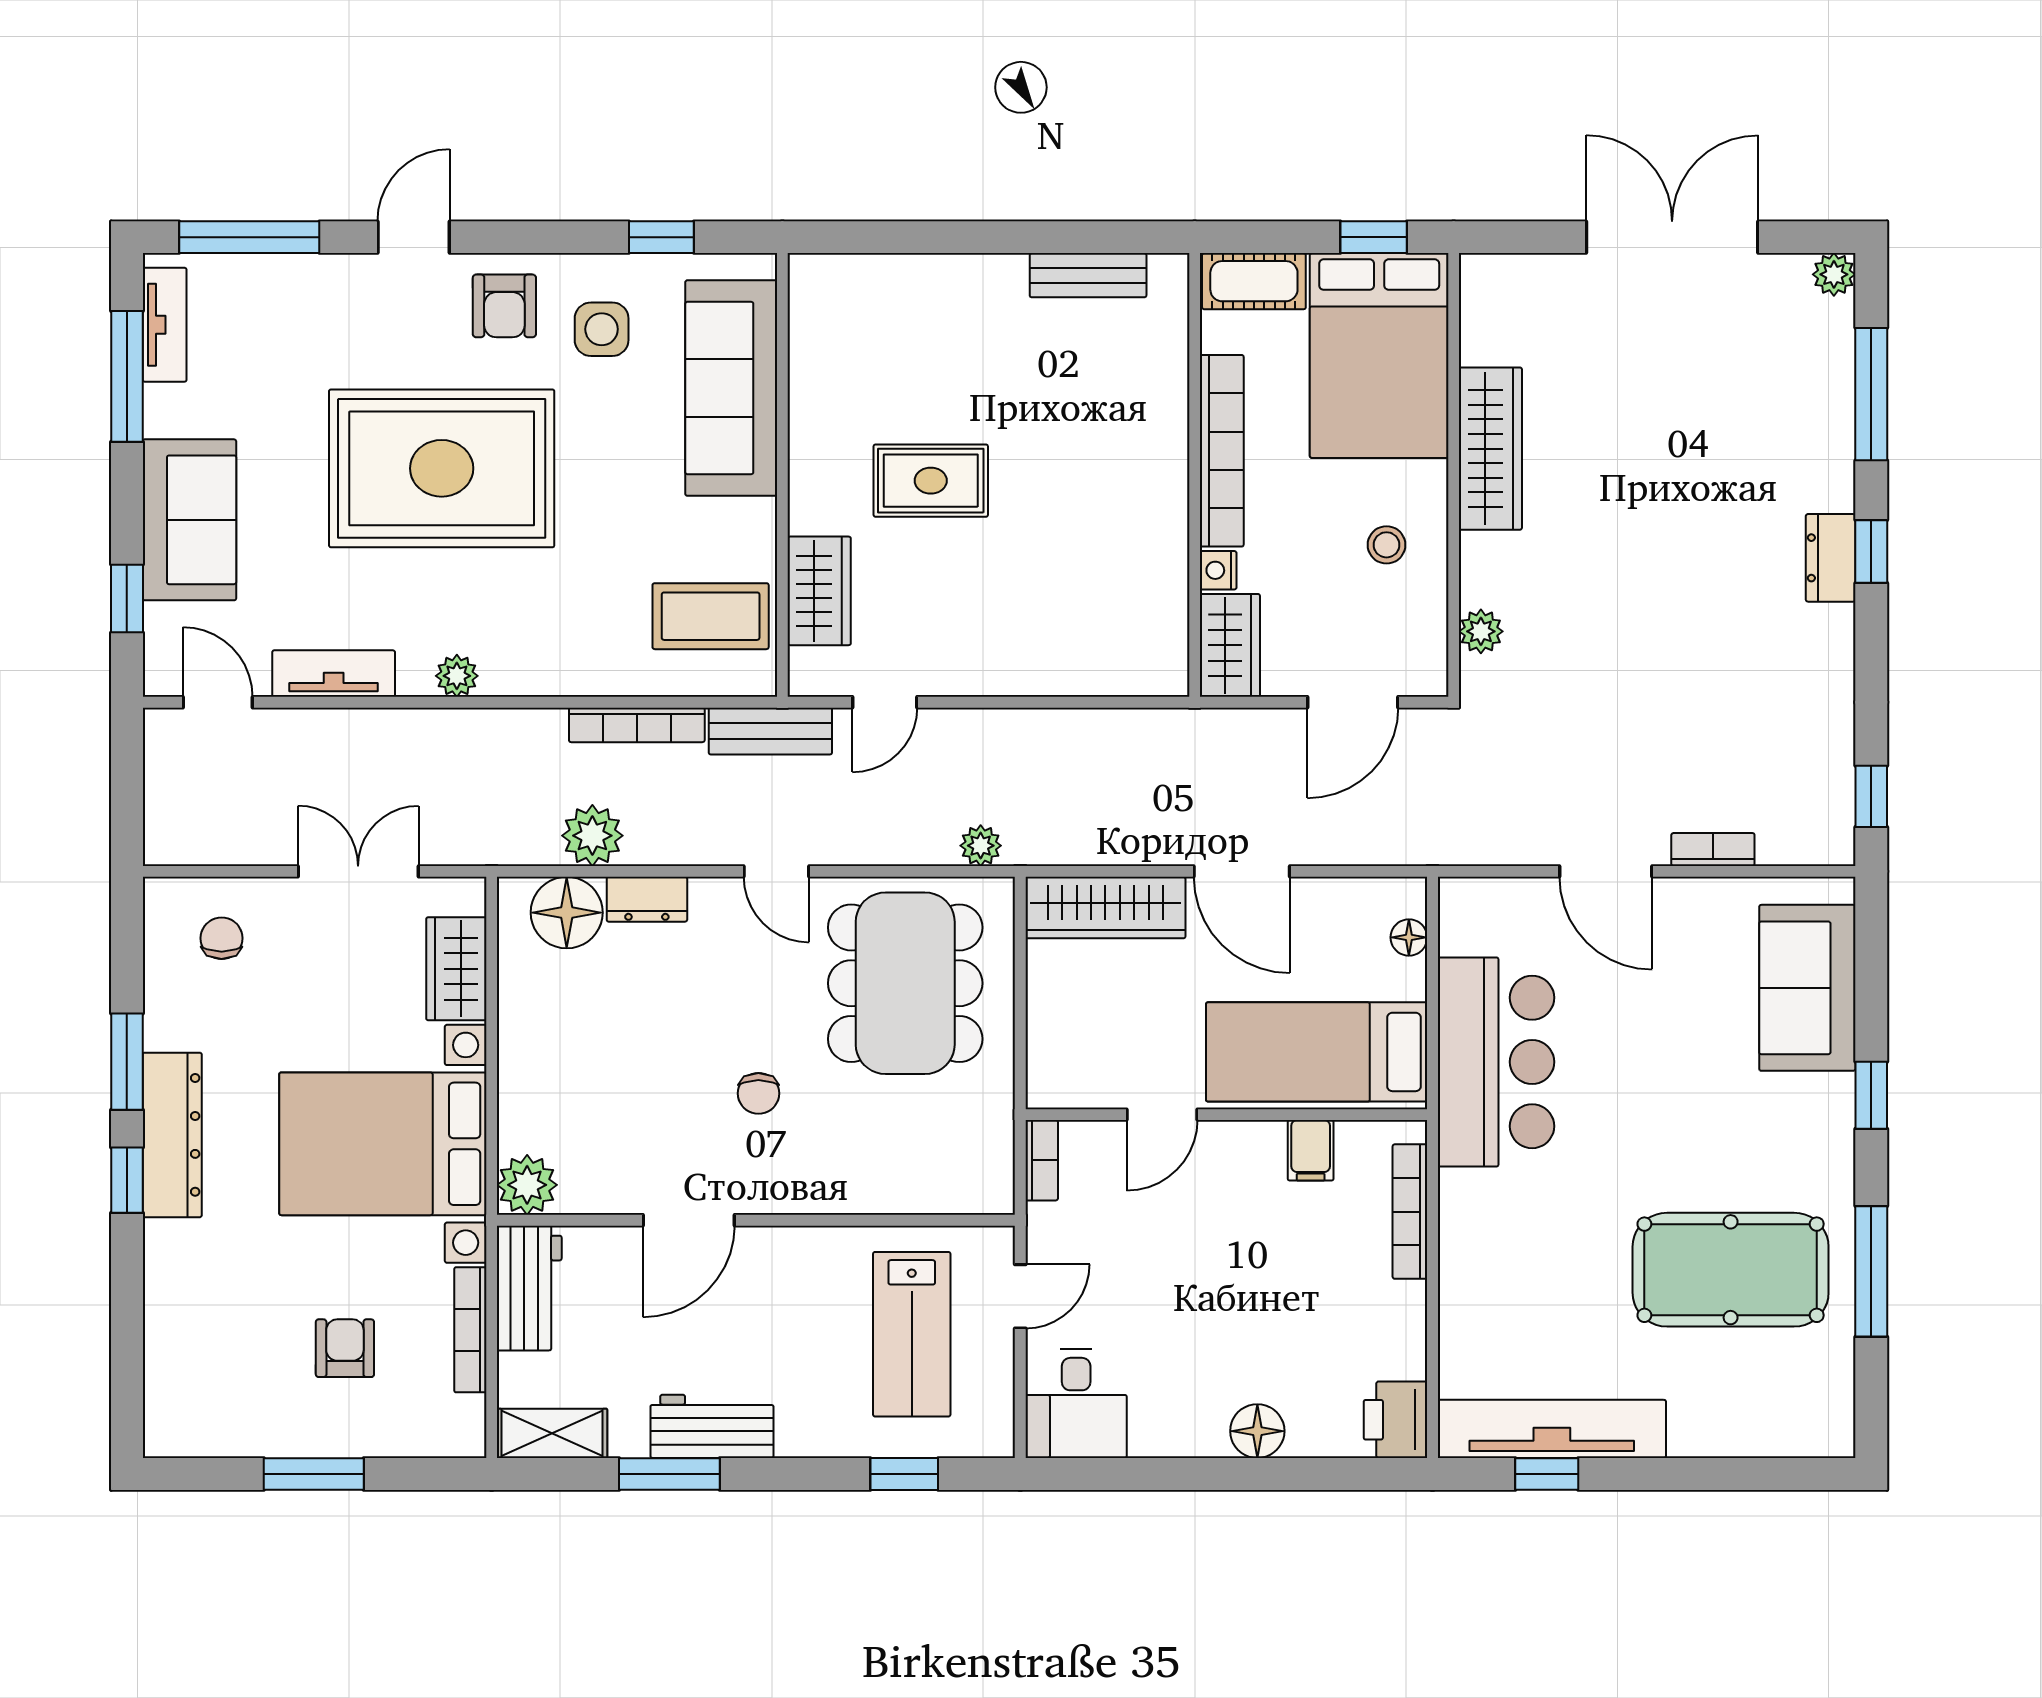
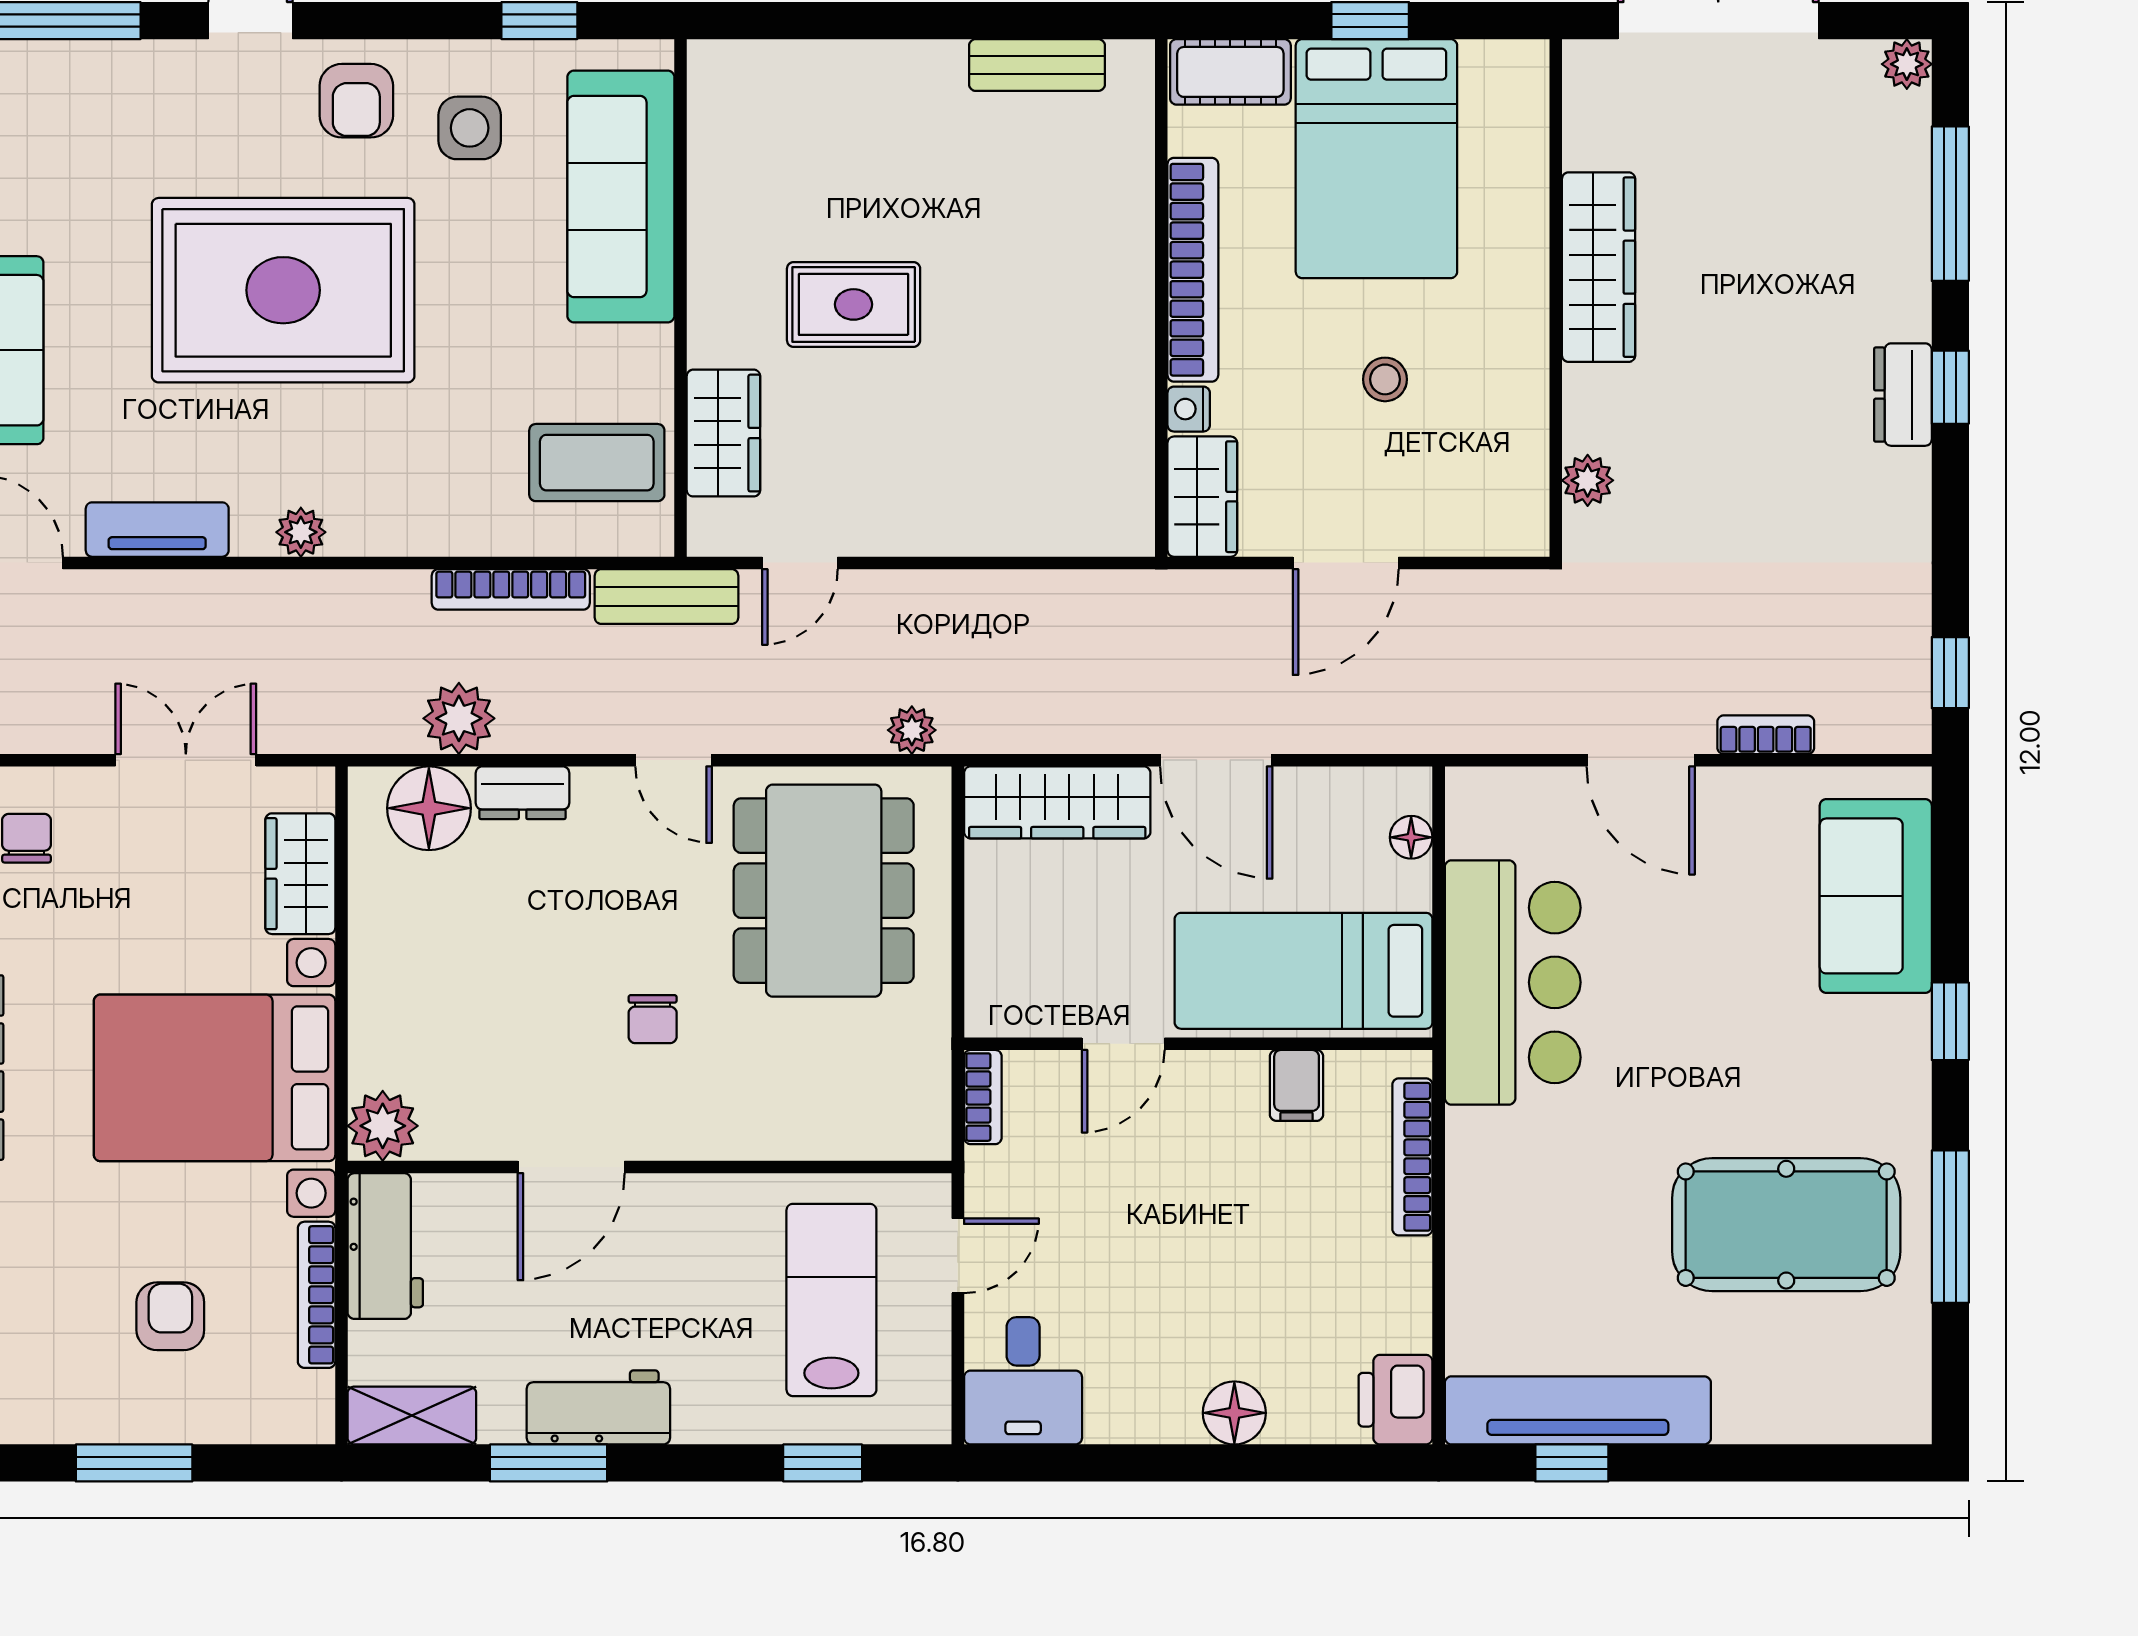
wardrobe: (1490, 449) -> (1599, 267), moved
wall: (1454, 475) -> (1556, 298), moved
plant: (1481, 631) -> (1588, 480), moved
lab bench: (912, 1334) -> (831, 1300), turned 180

